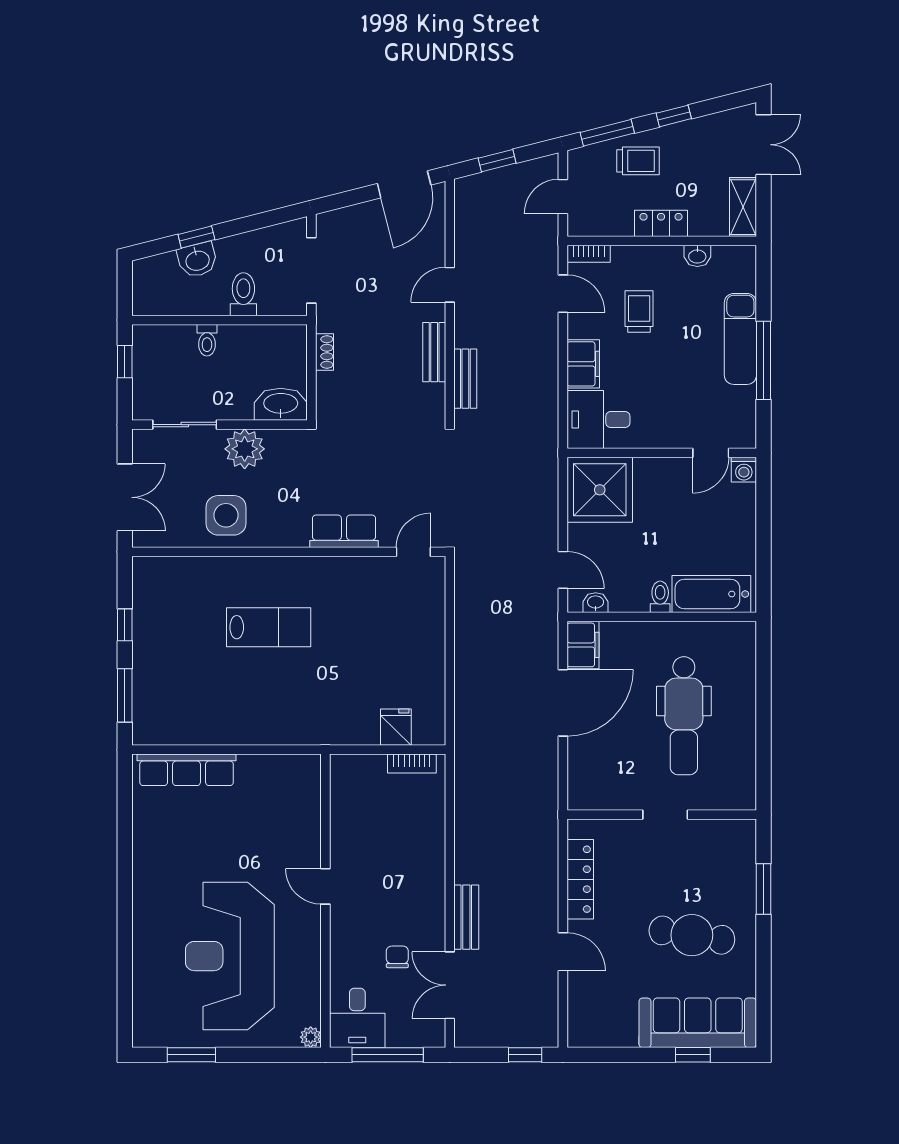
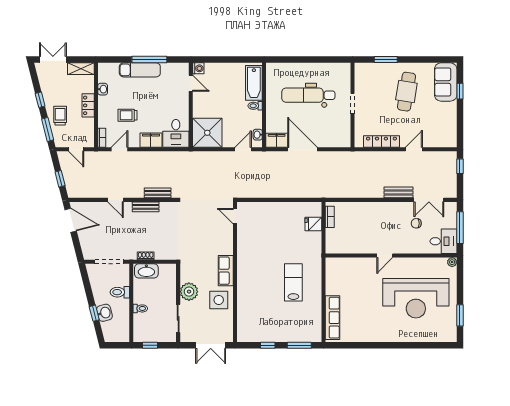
washbasin: (281, 404) -> (146, 271), moved, turned -90
double door: (125, 497) -> (211, 345), swing flipped
row of seats: (344, 531) -> (226, 271), moved
lab bench: (269, 627) -> (293, 282), moved
dental chair: (684, 716) -> (308, 95), turned 180
sofa: (698, 1023) -> (446, 82), width x0.73

